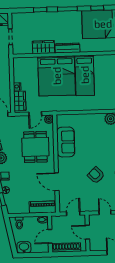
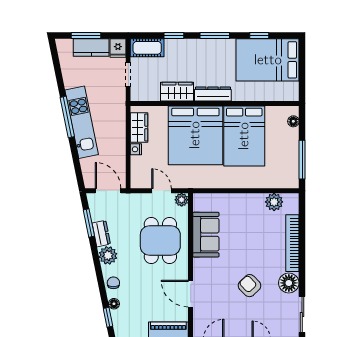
cot: (23, 18) -> (147, 48), added
bed: (85, 75) -> (244, 136), width x1.50
wardrobe: (20, 101) -> (139, 127), moved
door: (35, 114) -> (162, 191), swing flipped

